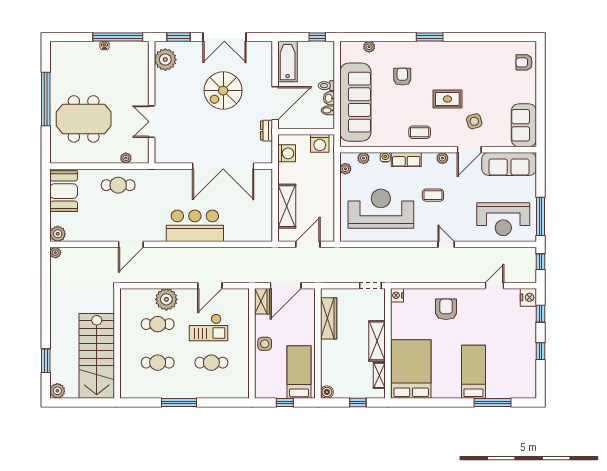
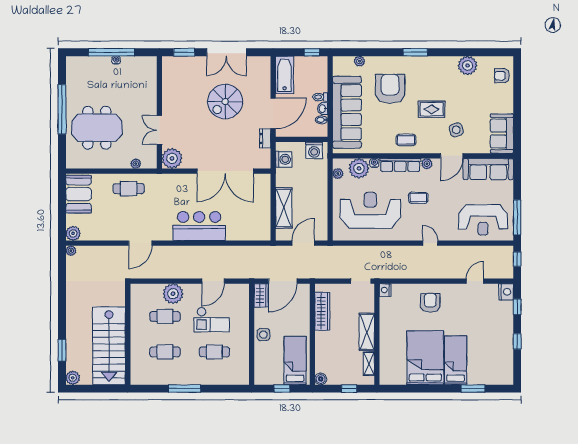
window: (118, 37) -> (112, 52), moved
plant: (487, 51) -> (468, 65), added
plant: (165, 60) -> (172, 158), moved
armchair: (402, 77) -> (390, 89), width x1.88, depth x1.88
plant: (363, 158) -> (359, 168), width x1.87, depth x1.87
row of seats: (406, 159) -> (400, 165), width x1.48
bed: (411, 369) -> (425, 358), moved
window: (492, 402) -> (473, 389), width x0.69

